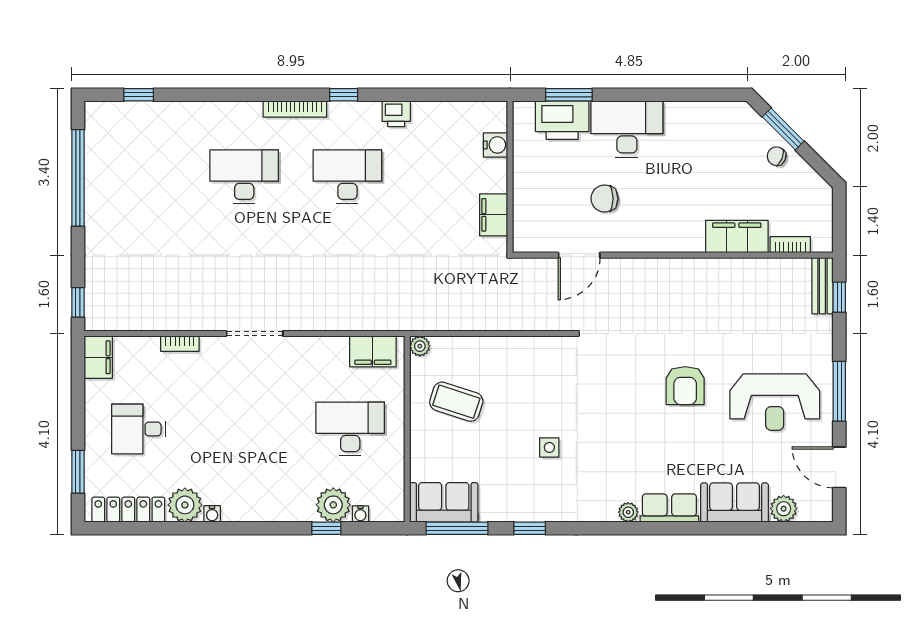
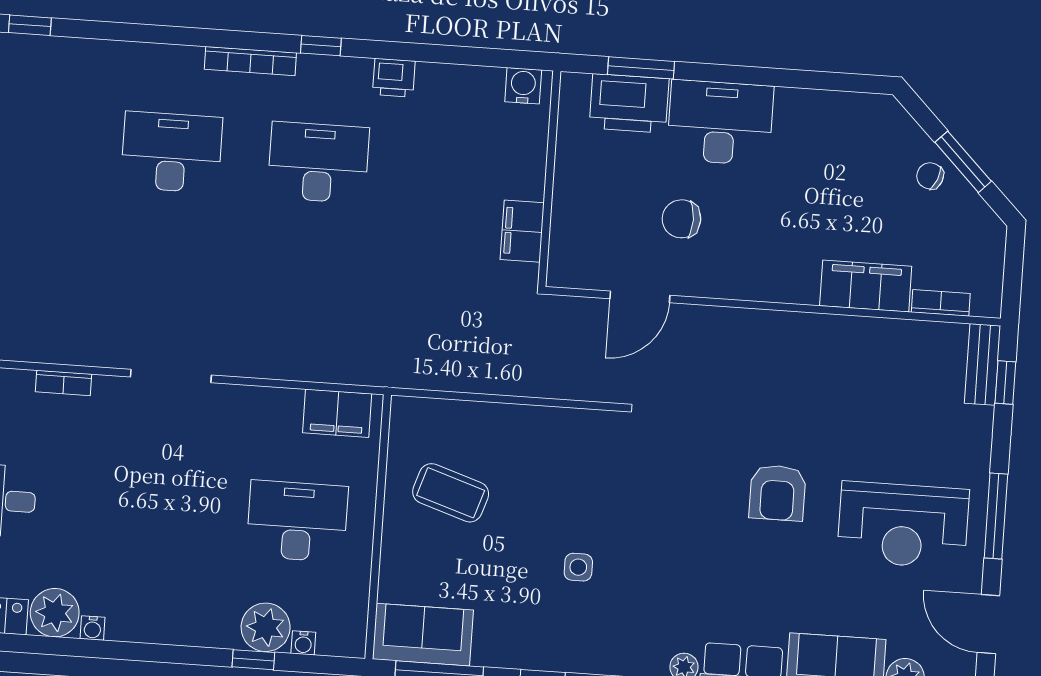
window: (783, 129) -> (963, 162), moved
water cooler: (495, 145) -> (523, 86), moved, turned -90
plant: (420, 346) -> (404, 410), removed

